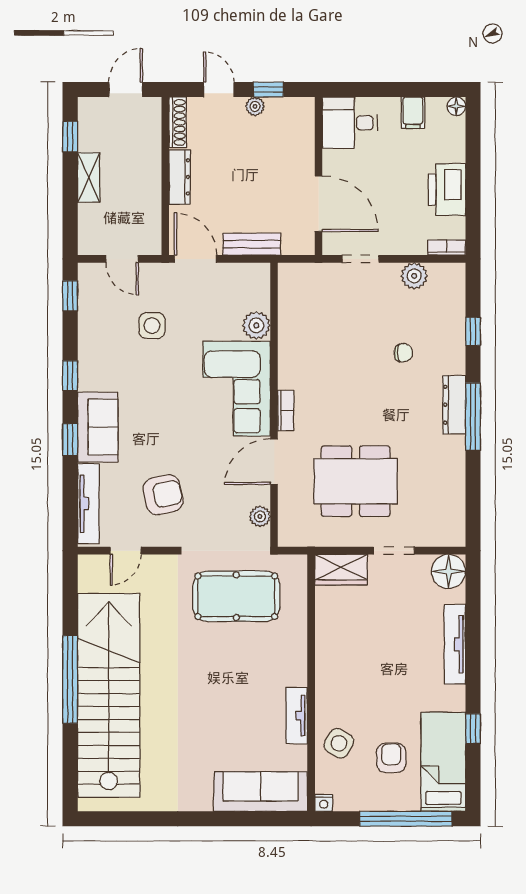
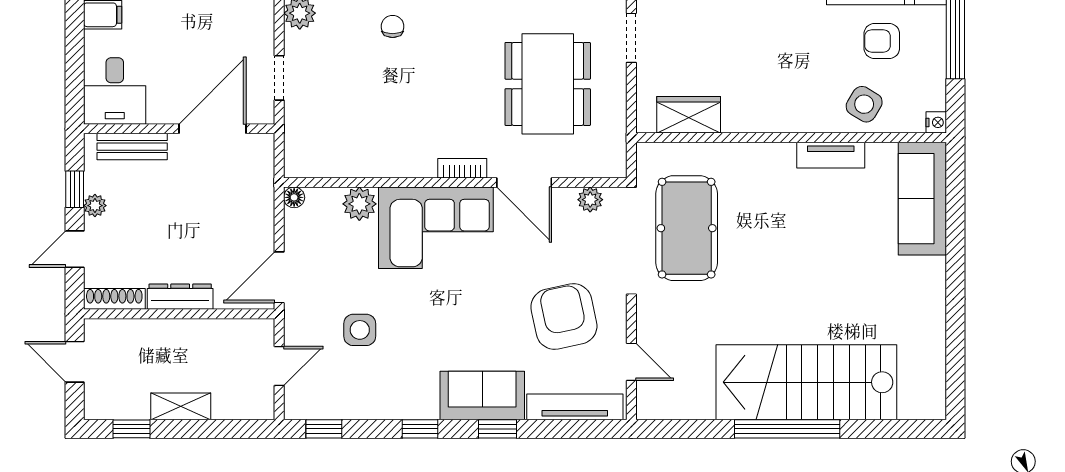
bench: (252, 244) -> (132, 147), moved, turned 90
floor lamp: (262, 271) -> (294, 197), added
armchair: (163, 495) -> (564, 317), width x1.36, depth x1.36
wardrobe: (341, 570) -> (689, 115), moved, turned -90
stairs: (109, 695) -> (806, 382), width x0.73

